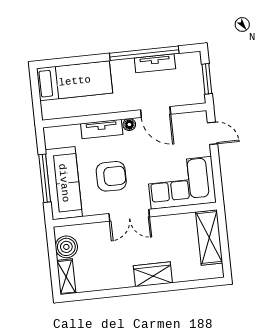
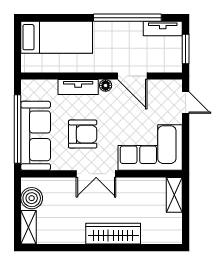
tv unit: (155, 63) -> (163, 29), moved
window: (45, 178) -> (17, 129), width x1.46
shelving: (209, 238) -> (174, 195), width x0.67, depth x0.75
wardrobe: (153, 274) -> (113, 234), width x1.50

